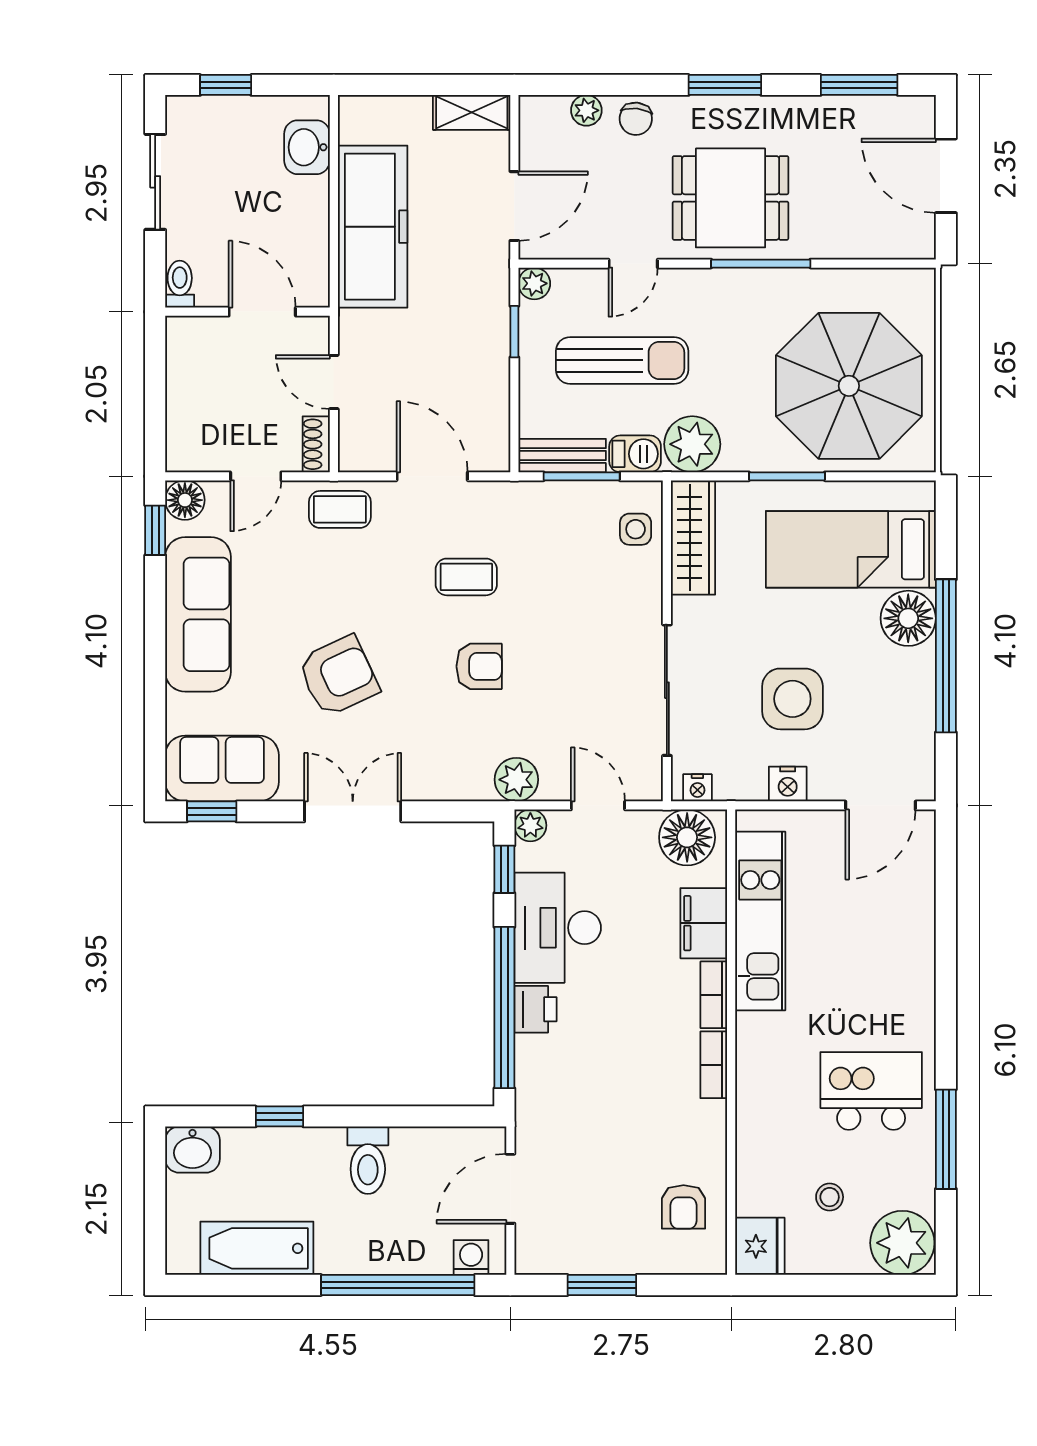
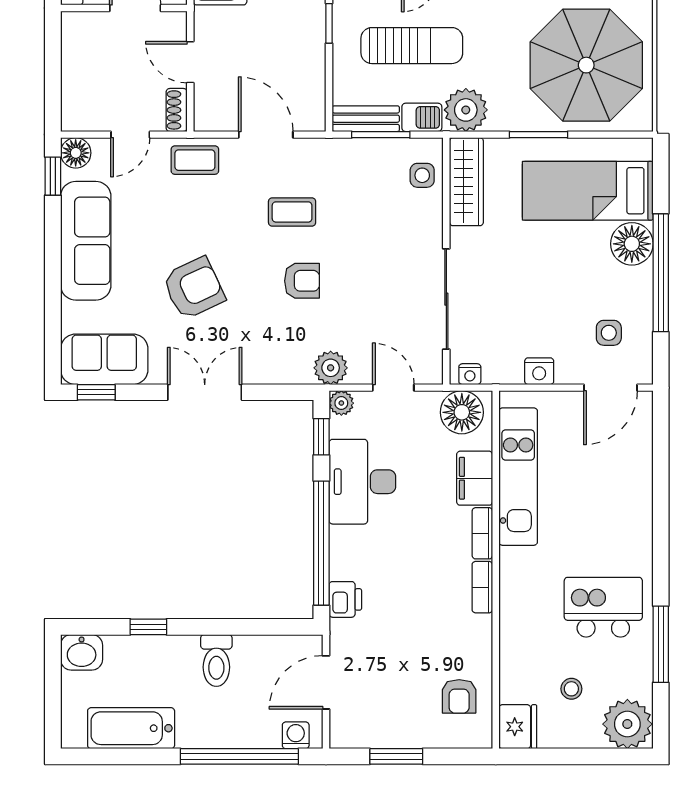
side table: (792, 699) -> (609, 333), moved, width x0.54, depth x0.54
printer: (536, 1009) -> (345, 599), moved

